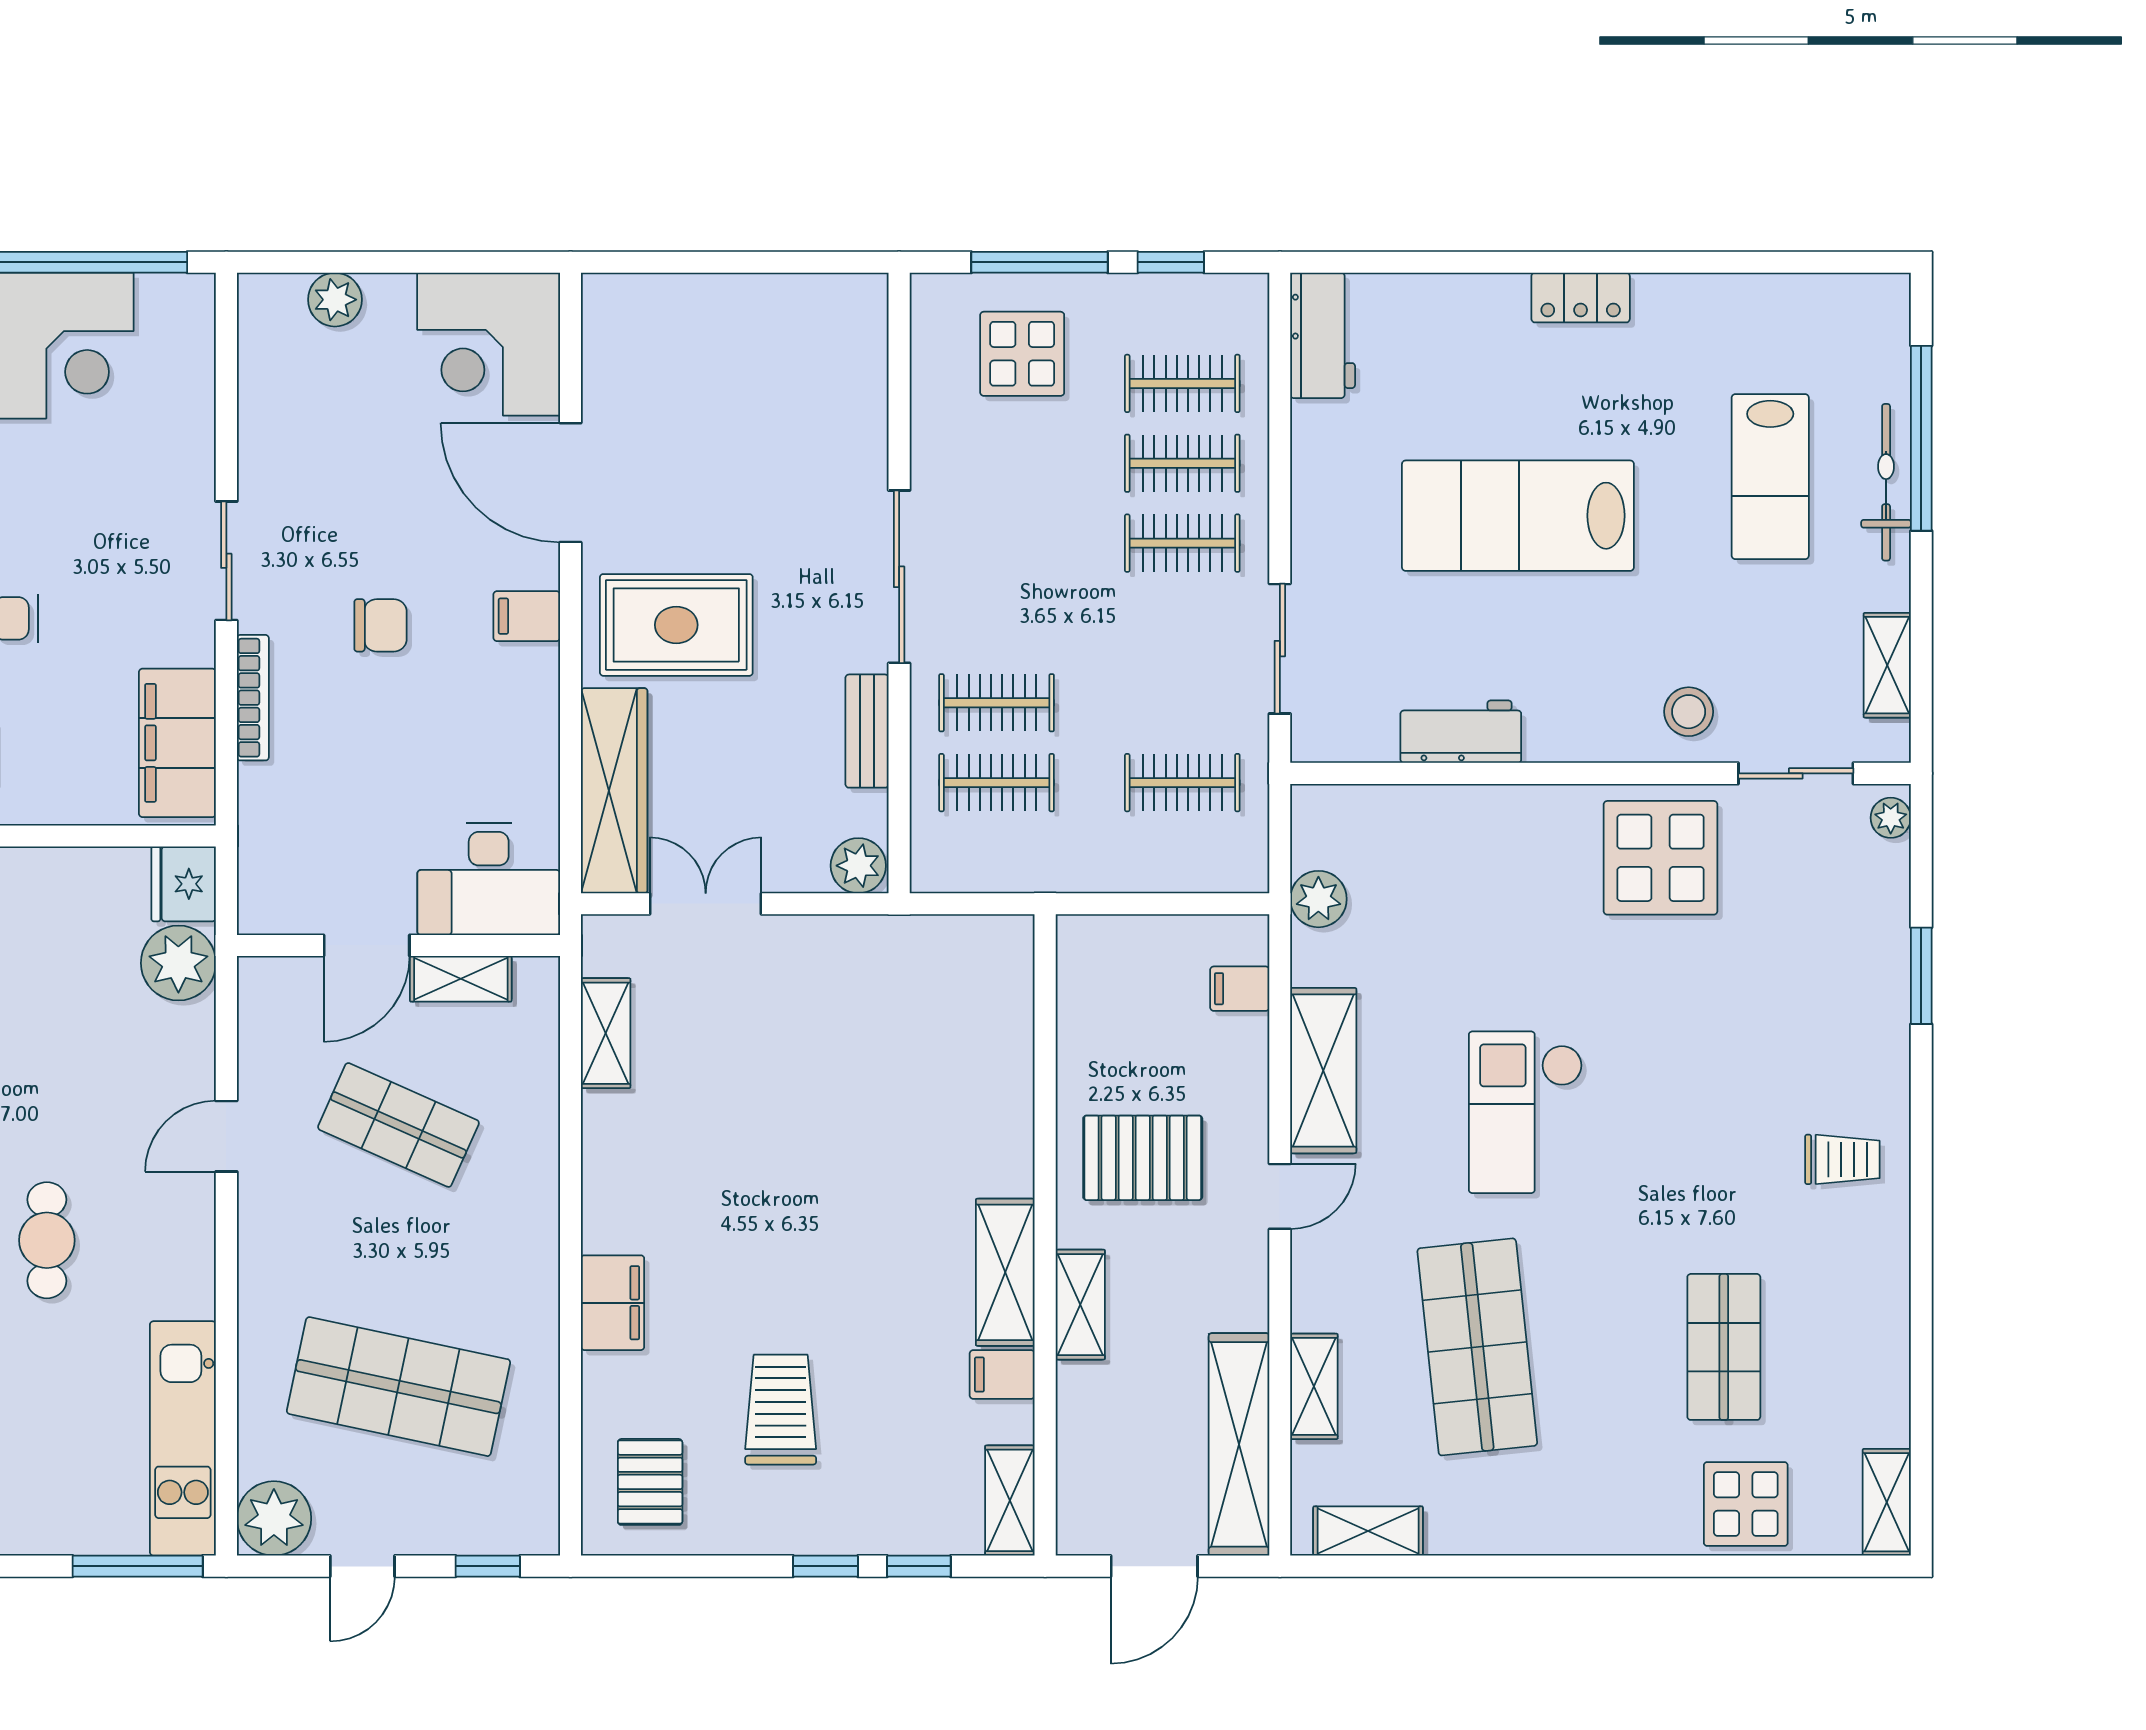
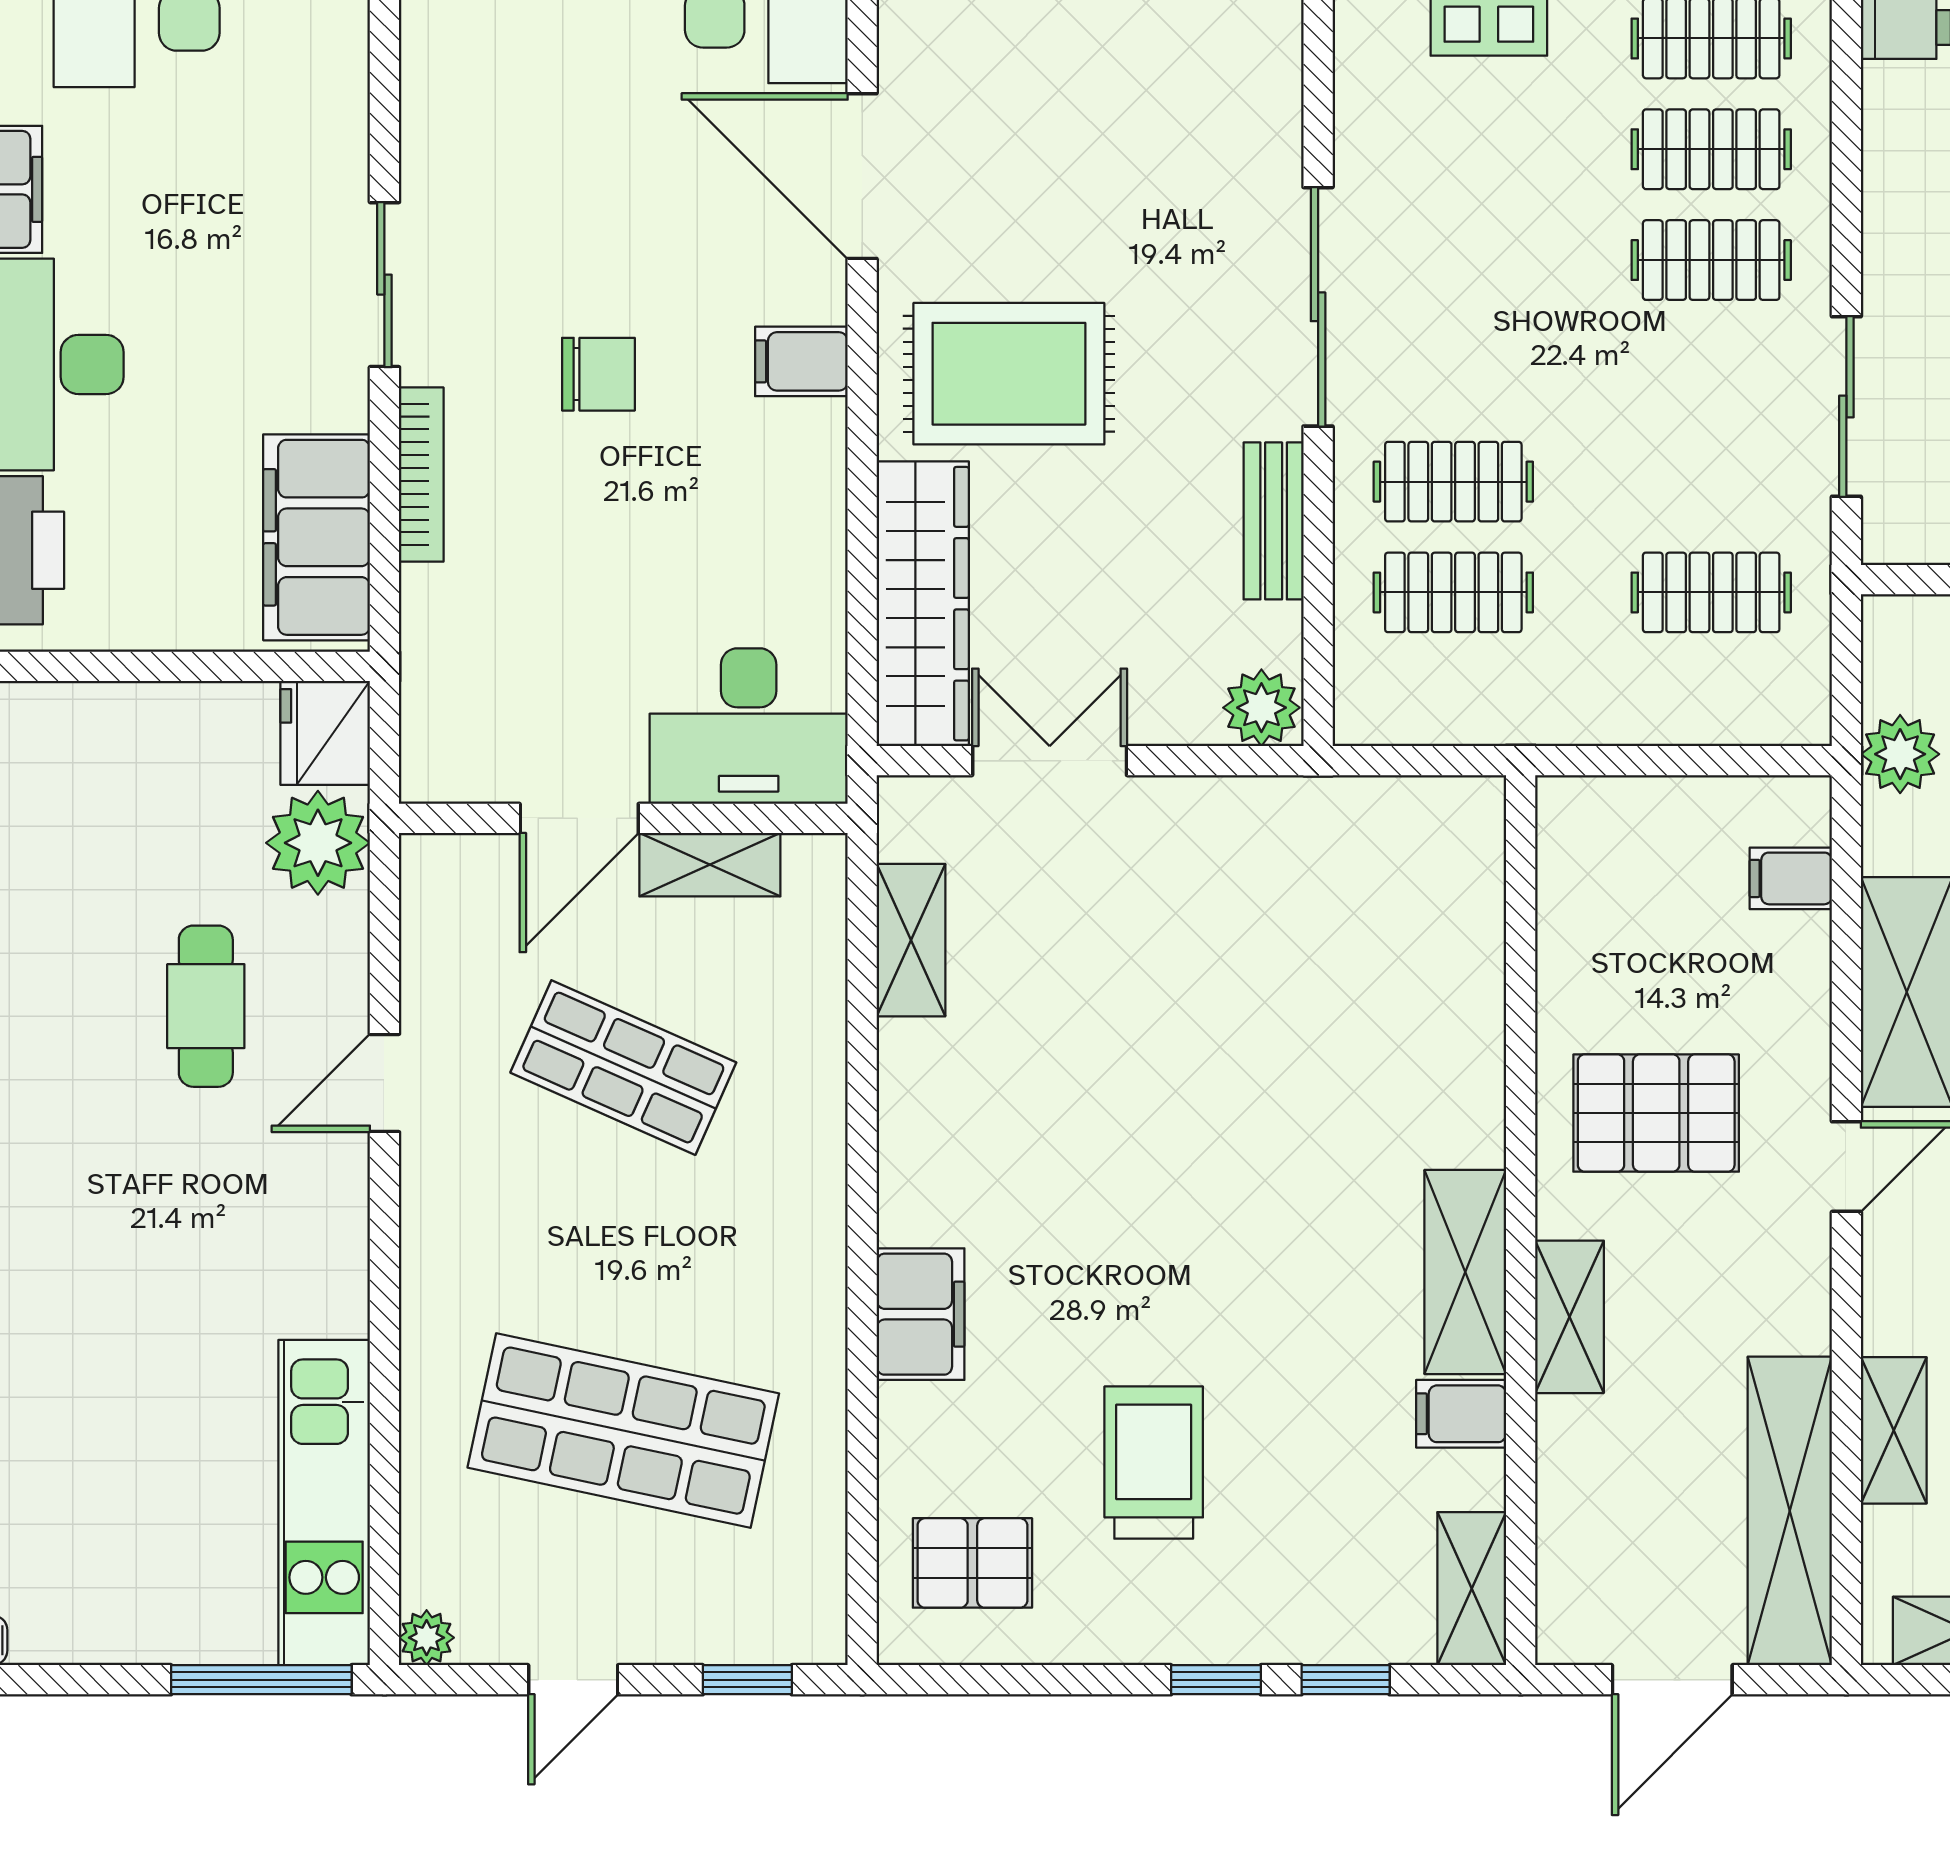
cafe table: (47, 1240) -> (206, 1006), moved
pallet: (650, 1482) -> (972, 1563), turned 90
plant: (274, 1518) -> (427, 1638), width x0.53, depth x0.53

